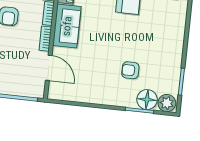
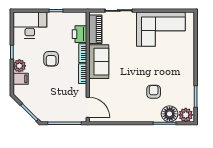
door: (49, 68) -> (88, 107), moved
armchair: (130, 70) -> (154, 92), turned 90

